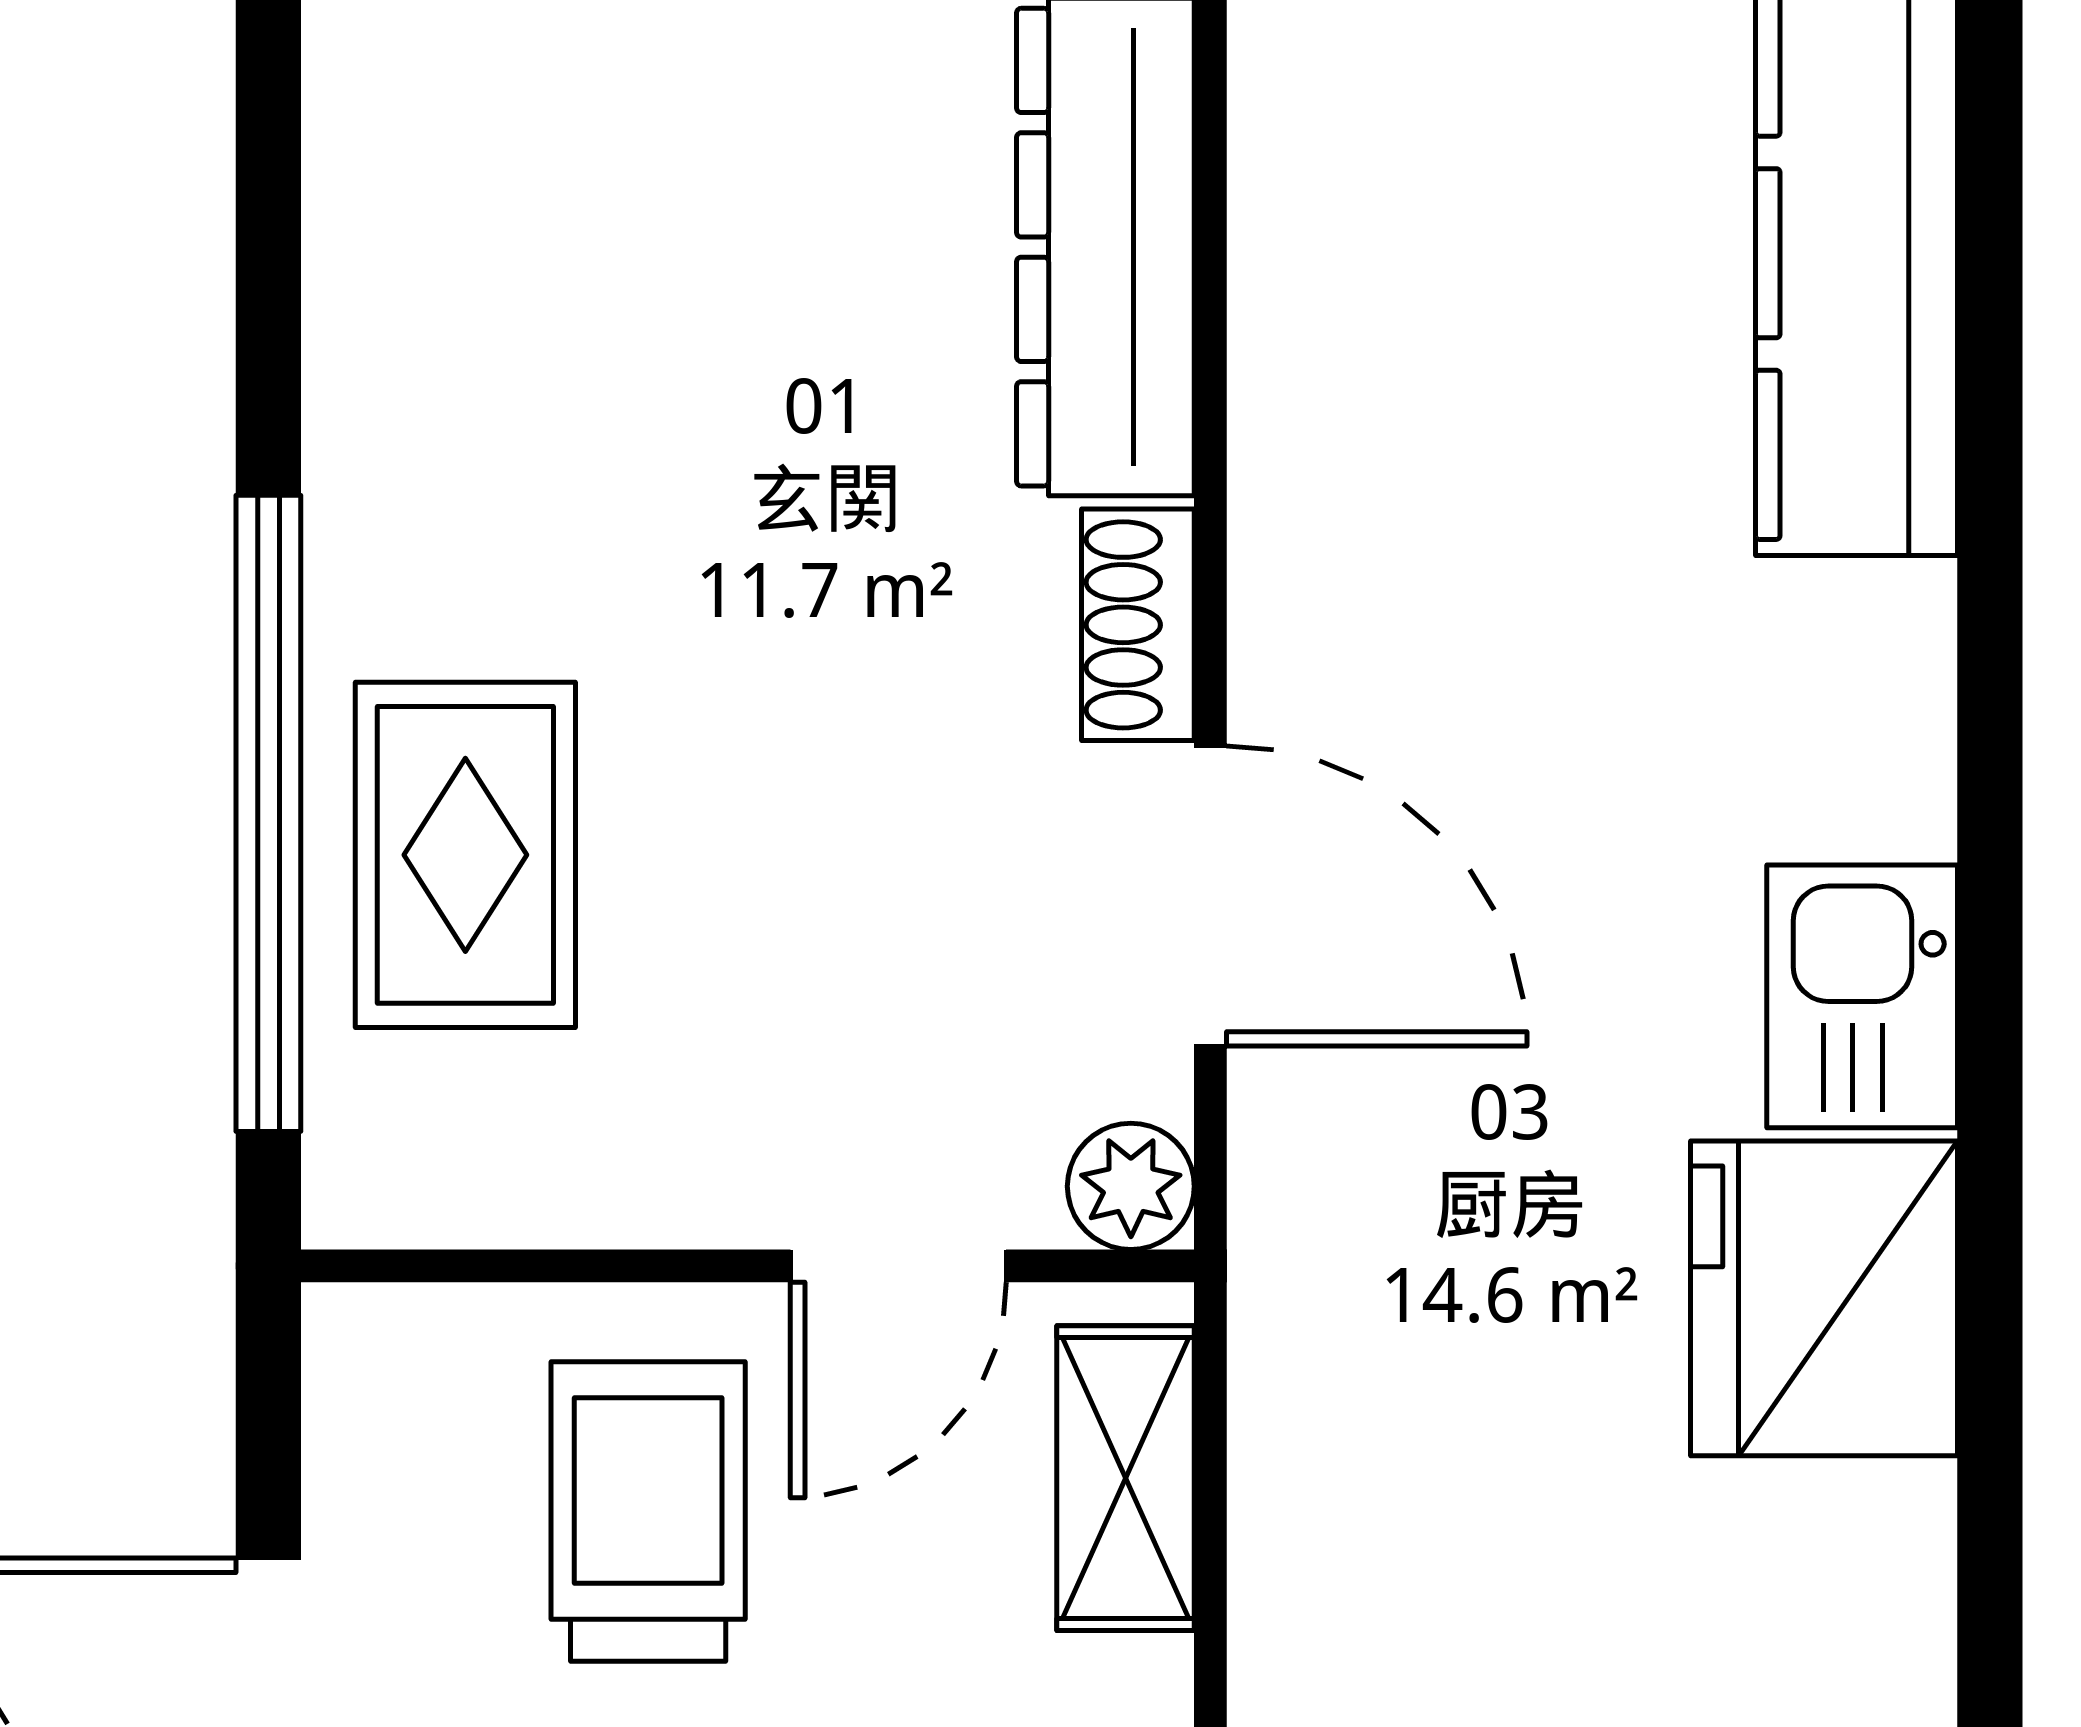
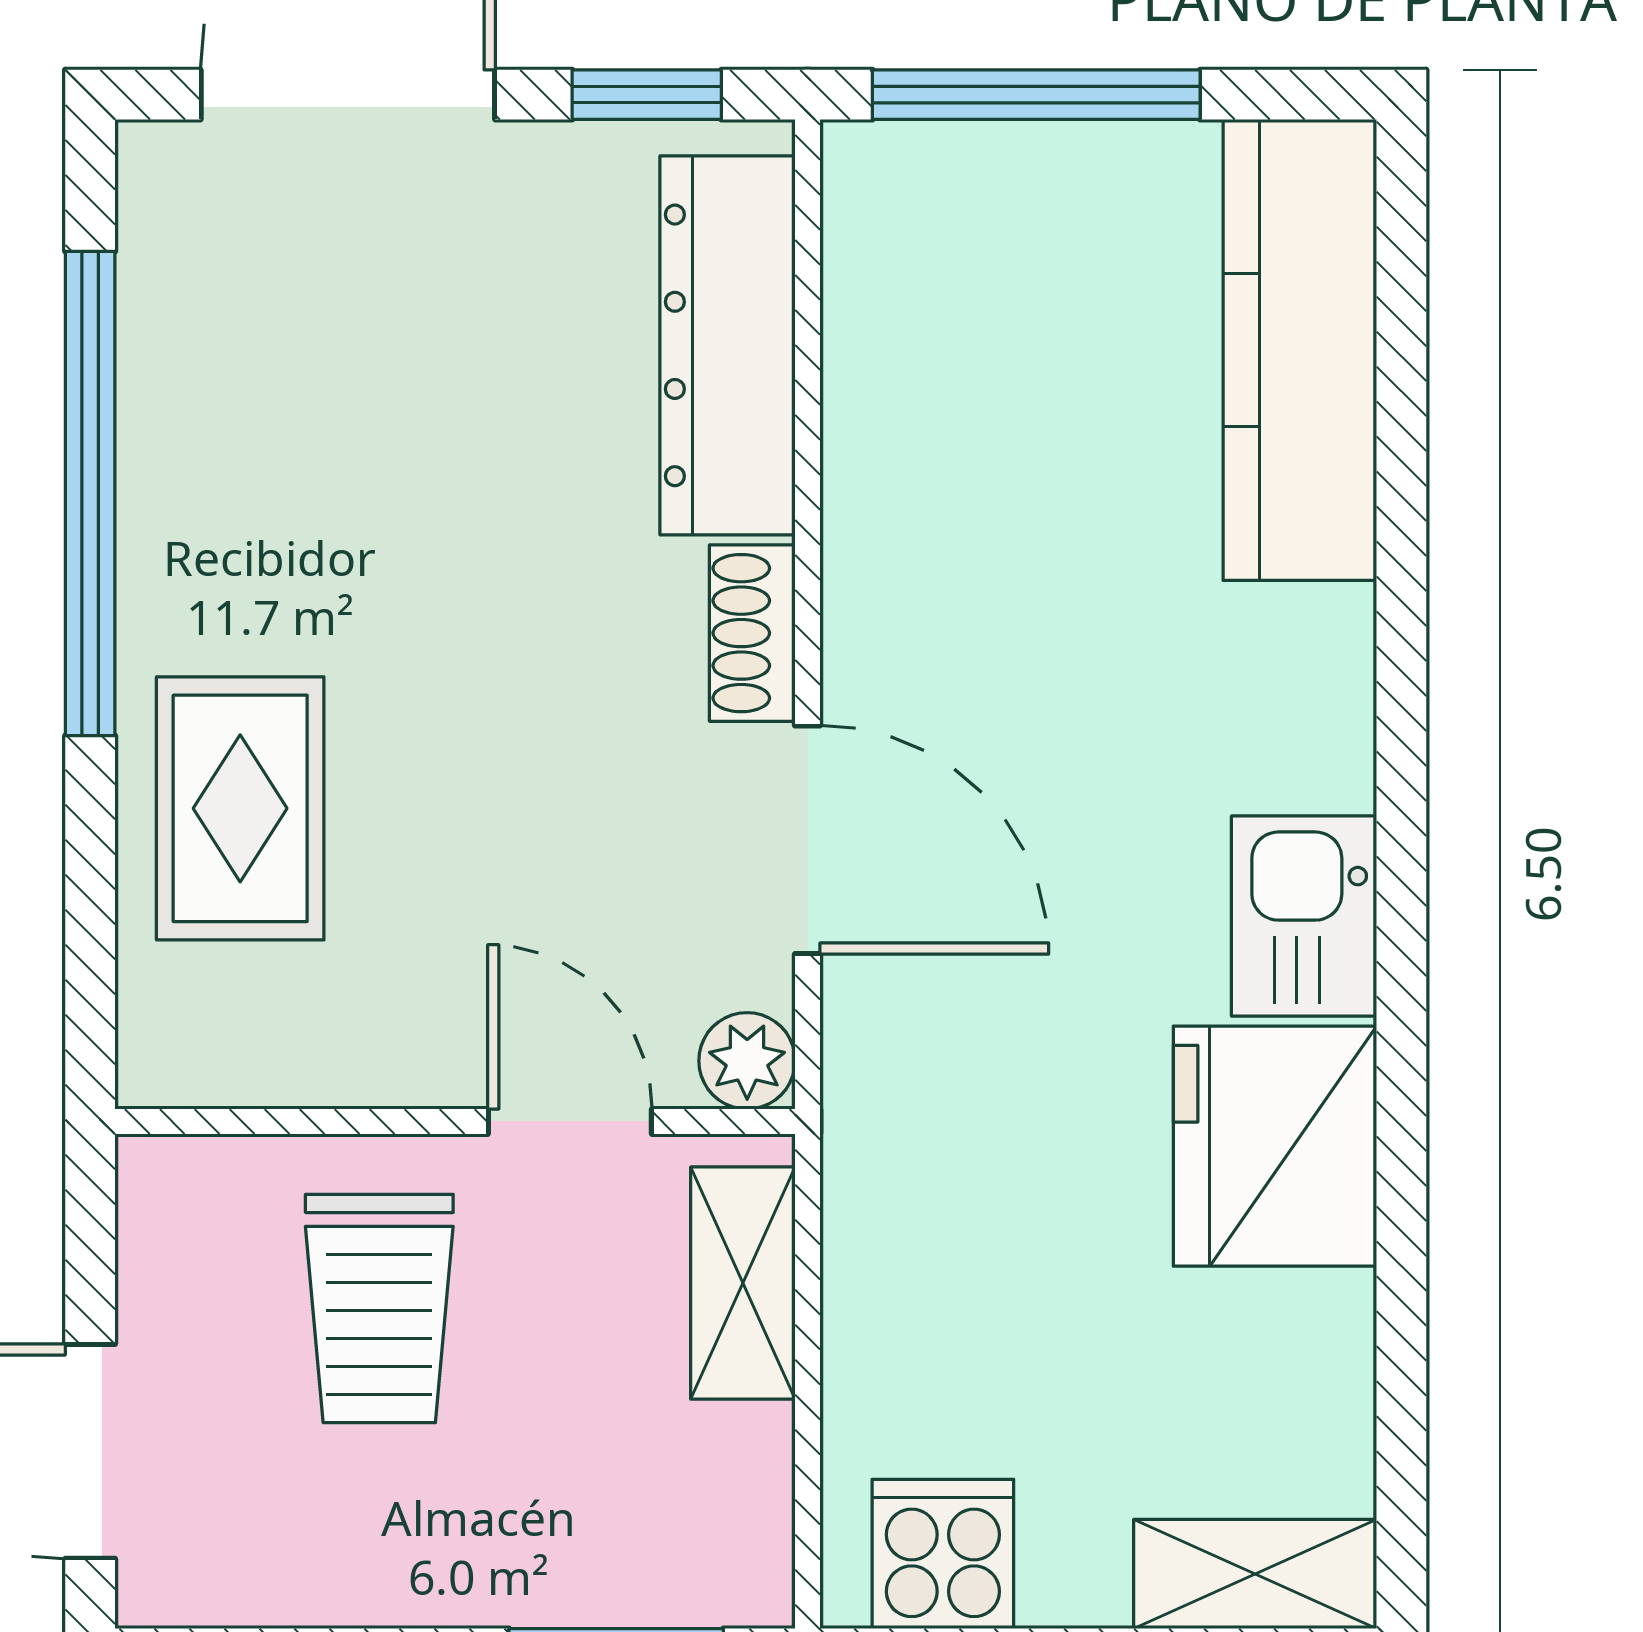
window: (268, 813) -> (90, 494), moved
door: (898, 1266) -> (570, 1121), swing flipped
trolley: (648, 1511) -> (379, 1309), turned 180

